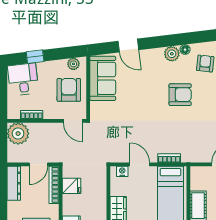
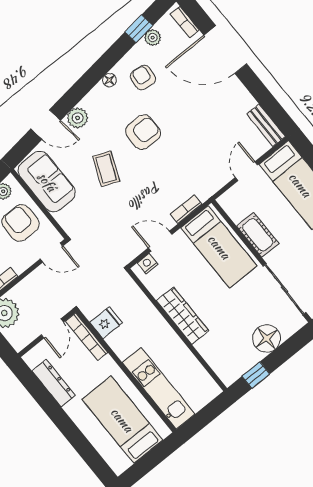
plant: (172, 54) -> (78, 118), moved
coffee table: (142, 98) -> (106, 169), added
dresser: (14, 183) -> (54, 383), moved

